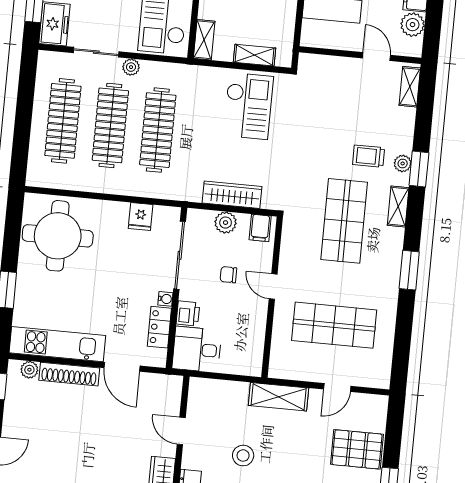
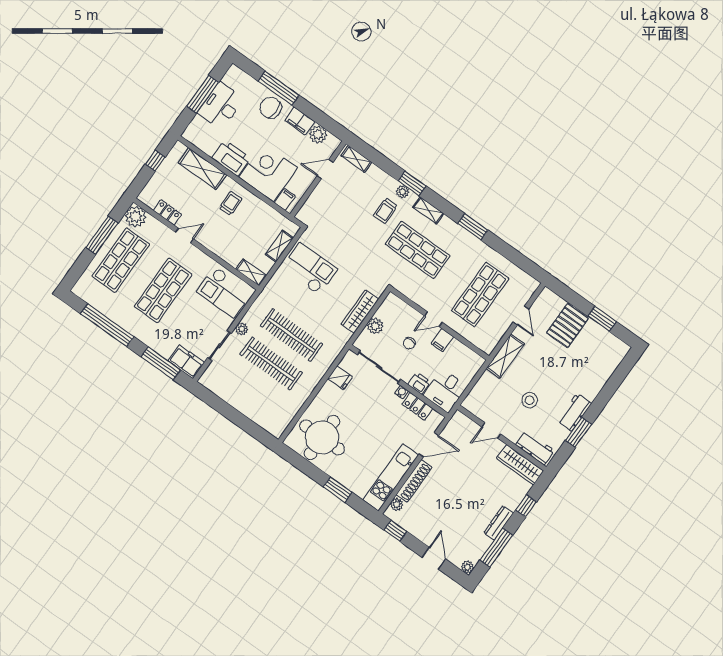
filing cabinet: (313, 30) -> (285, 199), added
clothes rail: (63, 121) -> (251, 392), removed
filing cabinet: (260, 228) -> (442, 340), moved, turned 90

